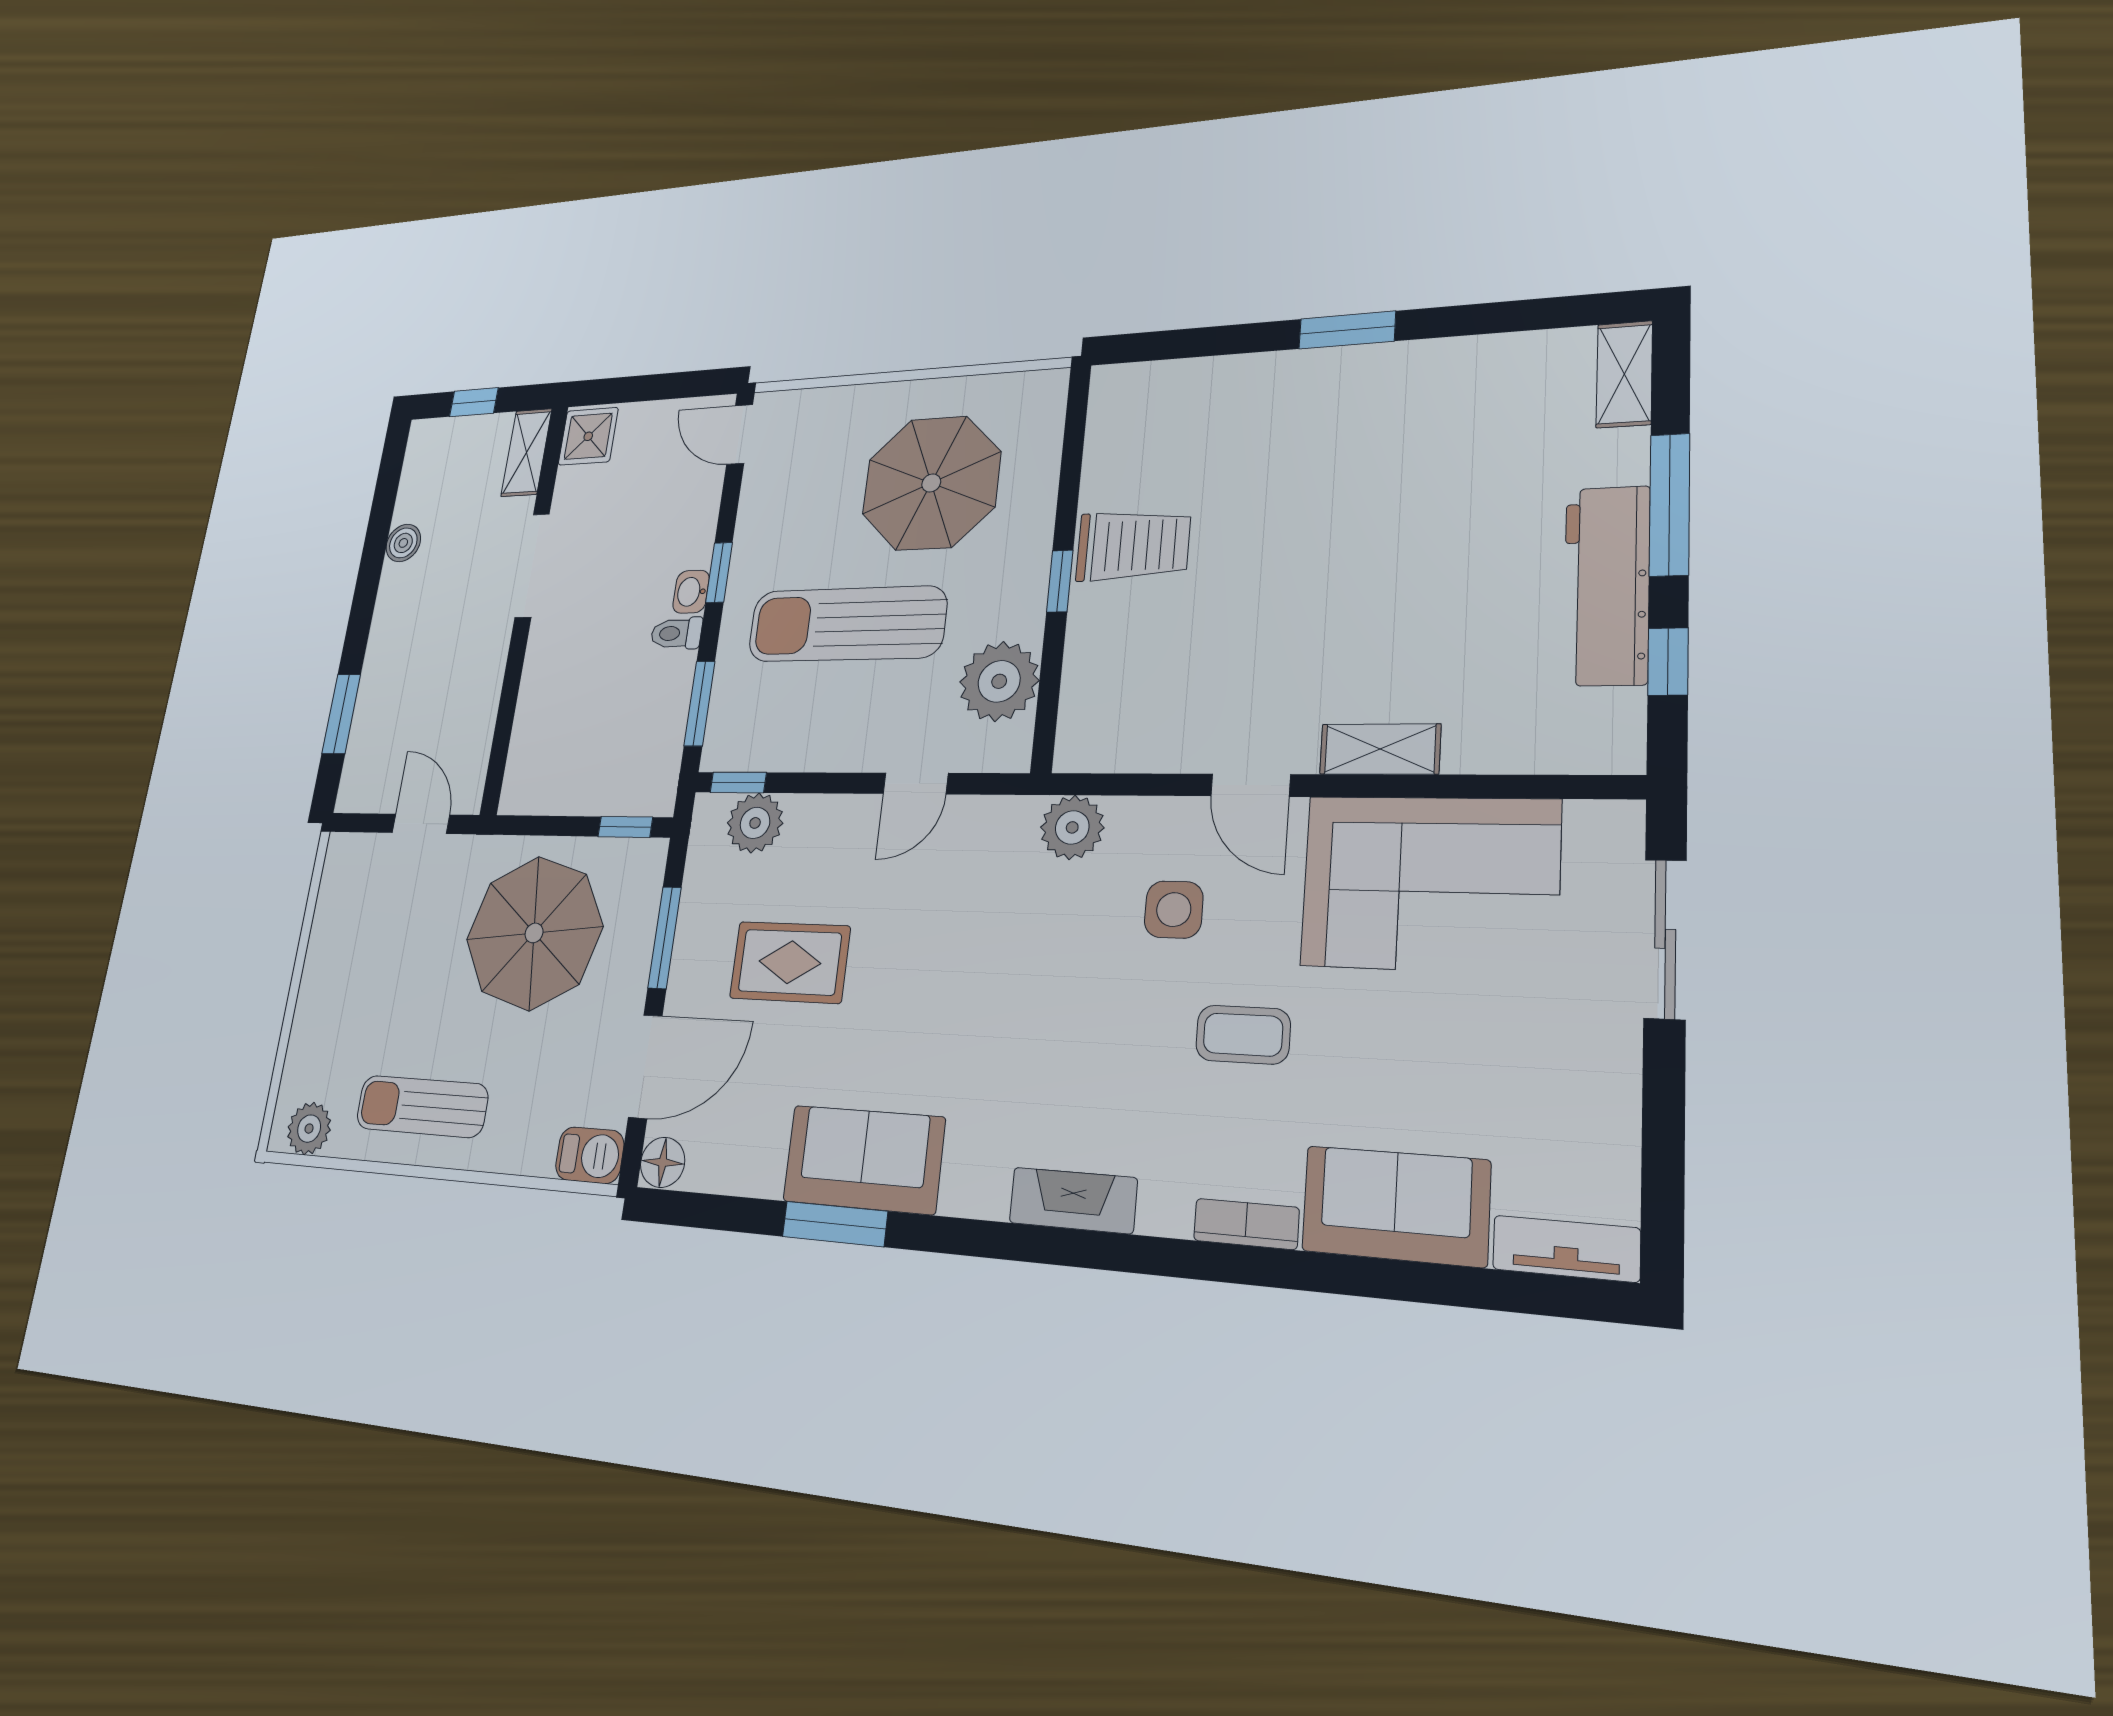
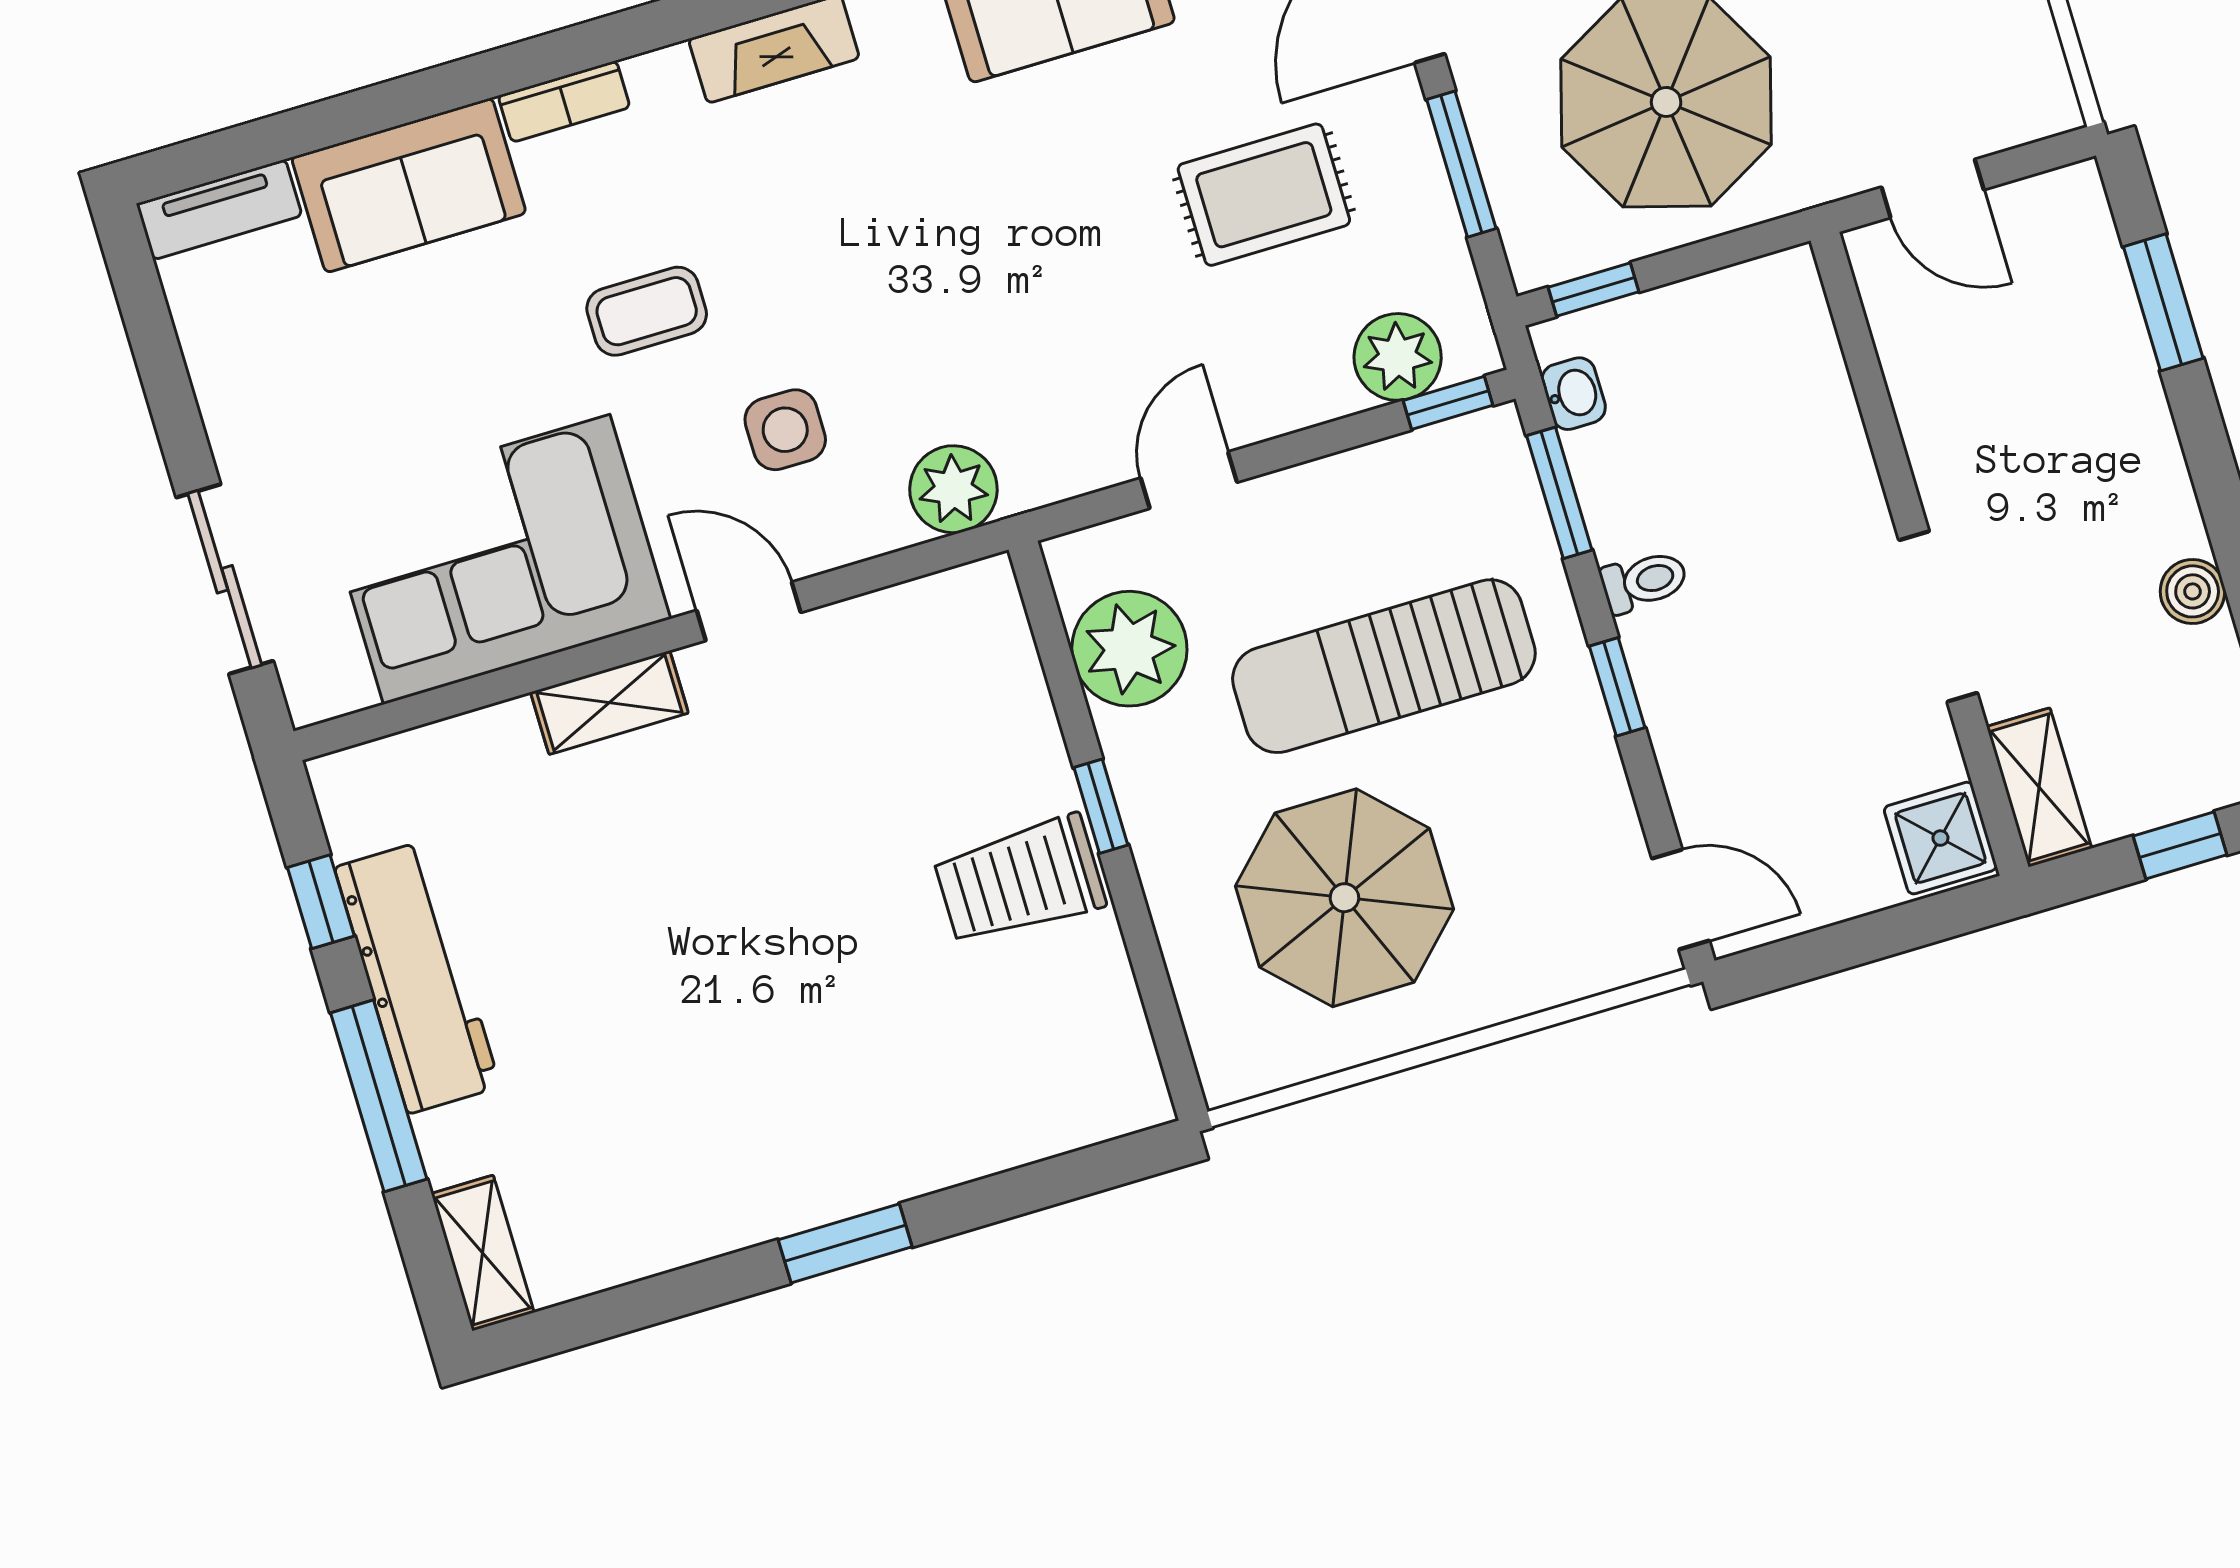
washbasin: (691, 592) -> (1574, 394), moved
sun lounger: (847, 624) -> (1384, 666), turned 180

